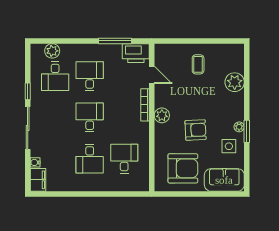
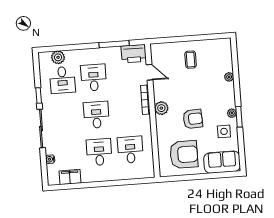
plant: (235, 82) -> (229, 77), width x0.53, depth x0.53
desk: (90, 159) -> (99, 152), turned 180
filing cabinet: (38, 180) -> (70, 177), moved, turned -90

